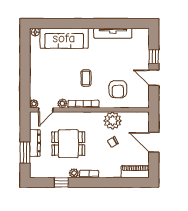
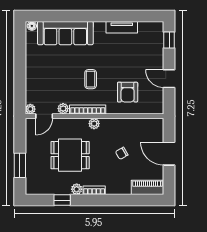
tv unit: (113, 33) -> (122, 27), width x0.71
window: (154, 57) -> (169, 40), moved
plant: (113, 121) -> (94, 124), moved, width x0.53, depth x0.53
dresser: (35, 143) -> (31, 154), removed

